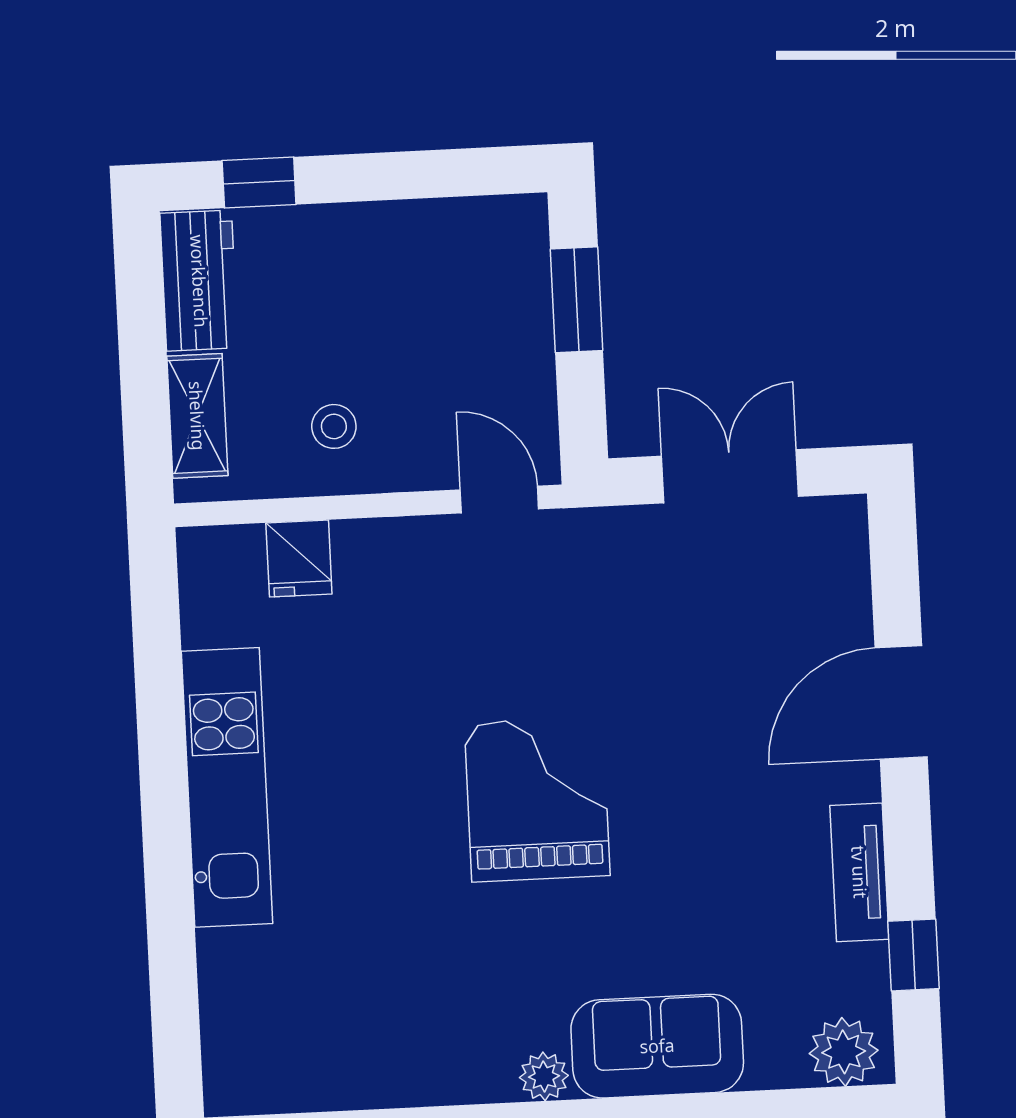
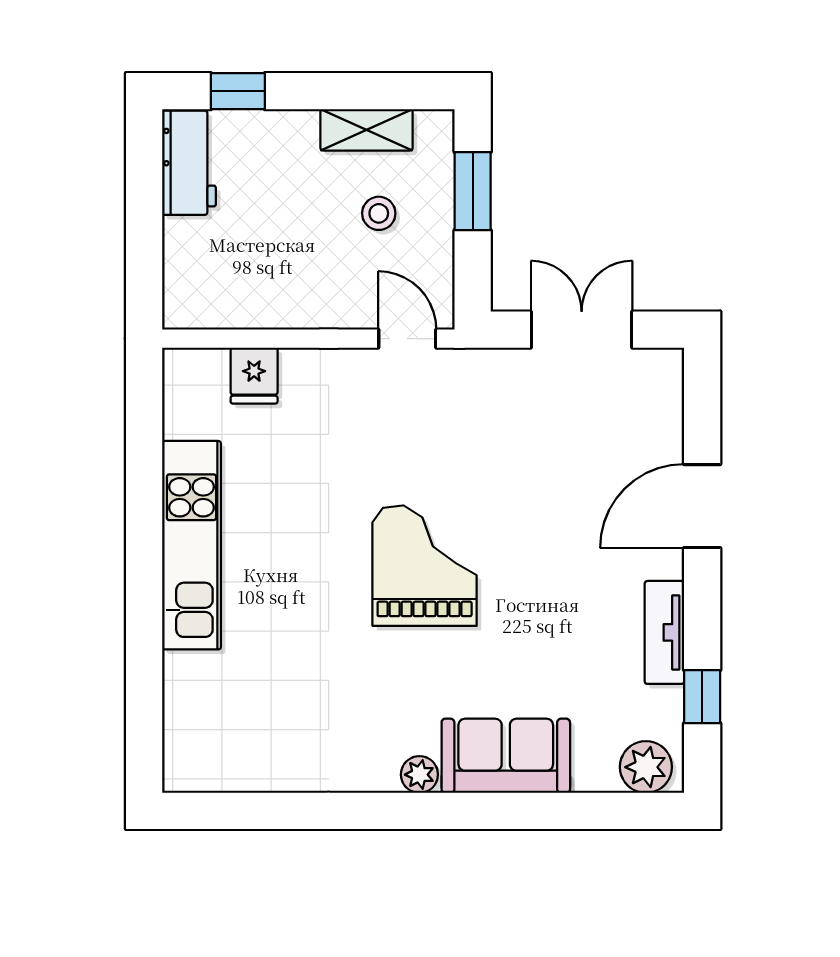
shelving: (197, 416) -> (366, 130), moved, turned 90
stool: (334, 426) -> (379, 213), moved

